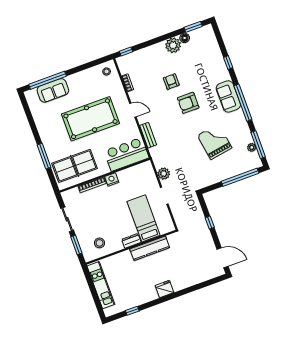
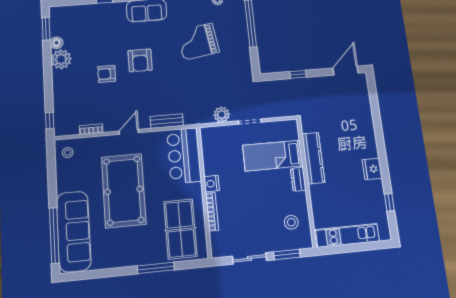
sofa: (53, 90) -> (74, 231), width x1.85, depth x1.27
fridge: (165, 289) -> (372, 169), moved

